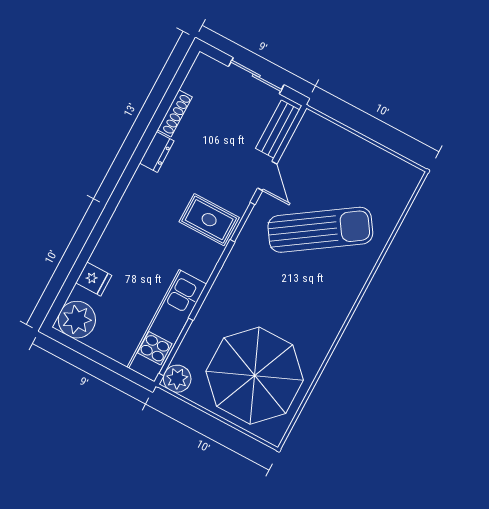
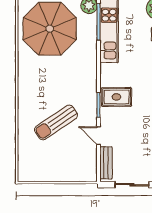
sun lounger: (320, 230) -> (56, 122), width x0.73, depth x0.75

